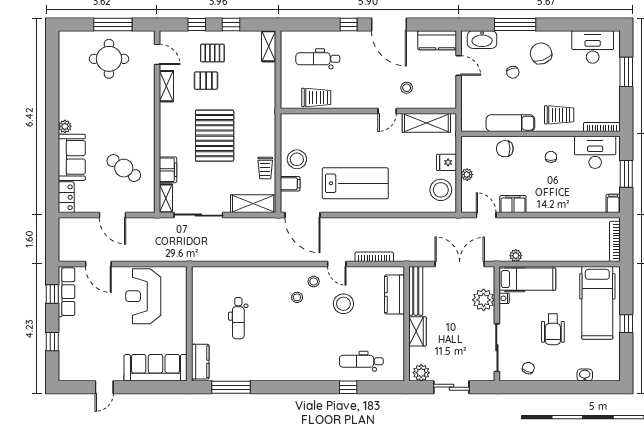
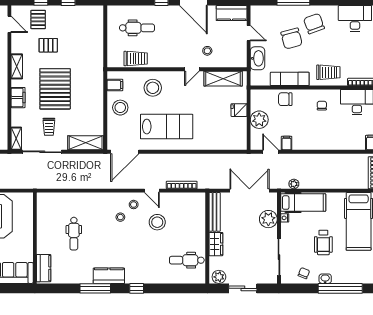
washbasin: (482, 40) -> (258, 58), moved, turned -90
shelving: (269, 46) -> (98, 18), removed
pallet: (212, 53) -> (38, 20), moved, turned 90
dental chair: (318, 59) -> (137, 28), turned 180
chair: (513, 72) -> (292, 39), width x1.87, depth x1.87
shelving: (166, 86) -> (17, 66), moved
trolley: (265, 168) -> (49, 127), moved
filing cabinet: (168, 170) -> (18, 98), moved
plant: (467, 175) -> (259, 120), width x1.88, depth x1.88
filing cabinet: (290, 184) -> (115, 85), moved
stool: (441, 190) -> (153, 88), moved
filing cabinet: (513, 204) -> (287, 143), width x0.50
door: (302, 215) -> (125, 152), hinge flipped
kitchen counter: (394, 295) -> (109, 276), moved, turned 90
dental chair: (361, 361) -> (187, 260), moved
washbasin: (585, 375) -> (325, 279), moved
window: (231, 387) -> (95, 288), moved
window: (348, 387) -> (137, 288), moved
window: (574, 387) -> (340, 288), added

